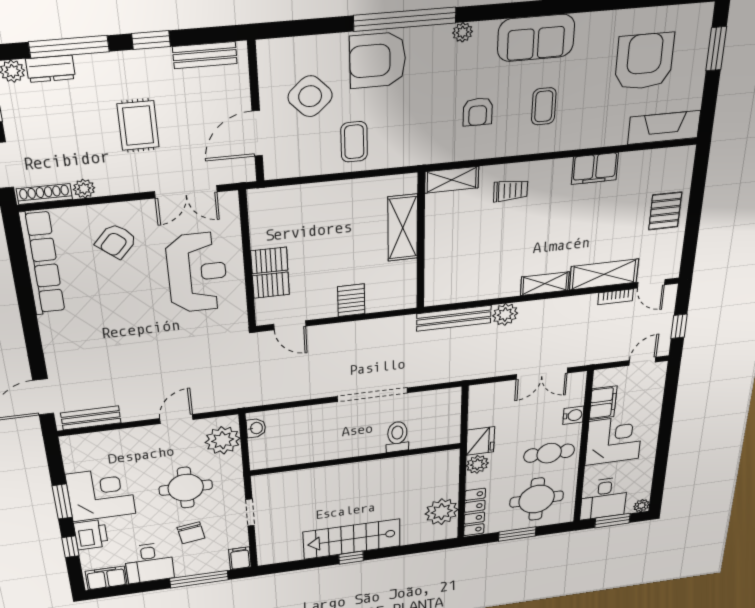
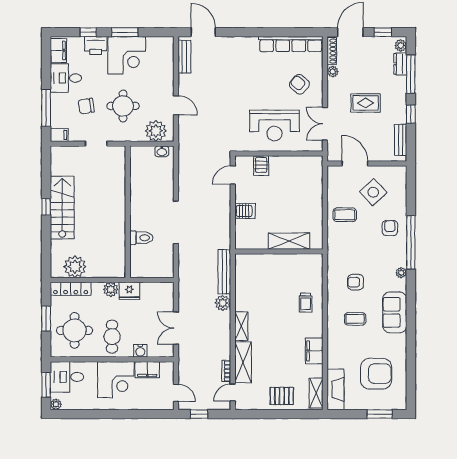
armchair: (378, 60) -> (390, 228), width x0.53, depth x0.53
shelving: (452, 180) -> (316, 393), moved
server rack: (269, 260) -> (277, 166), removed

